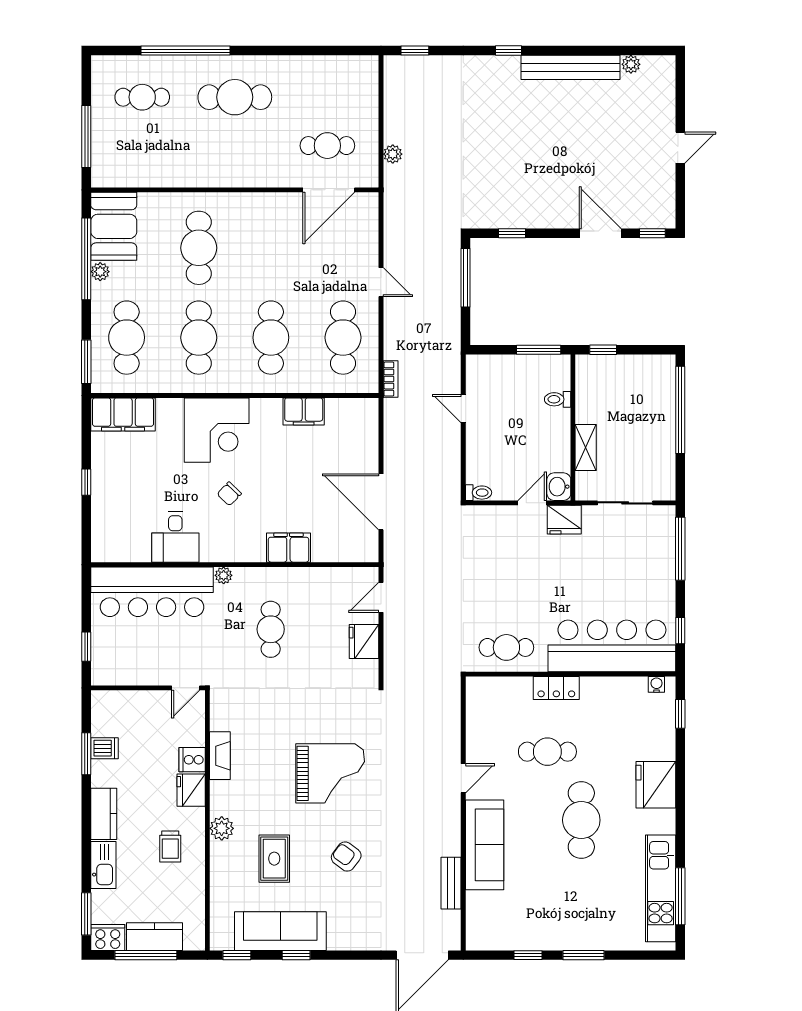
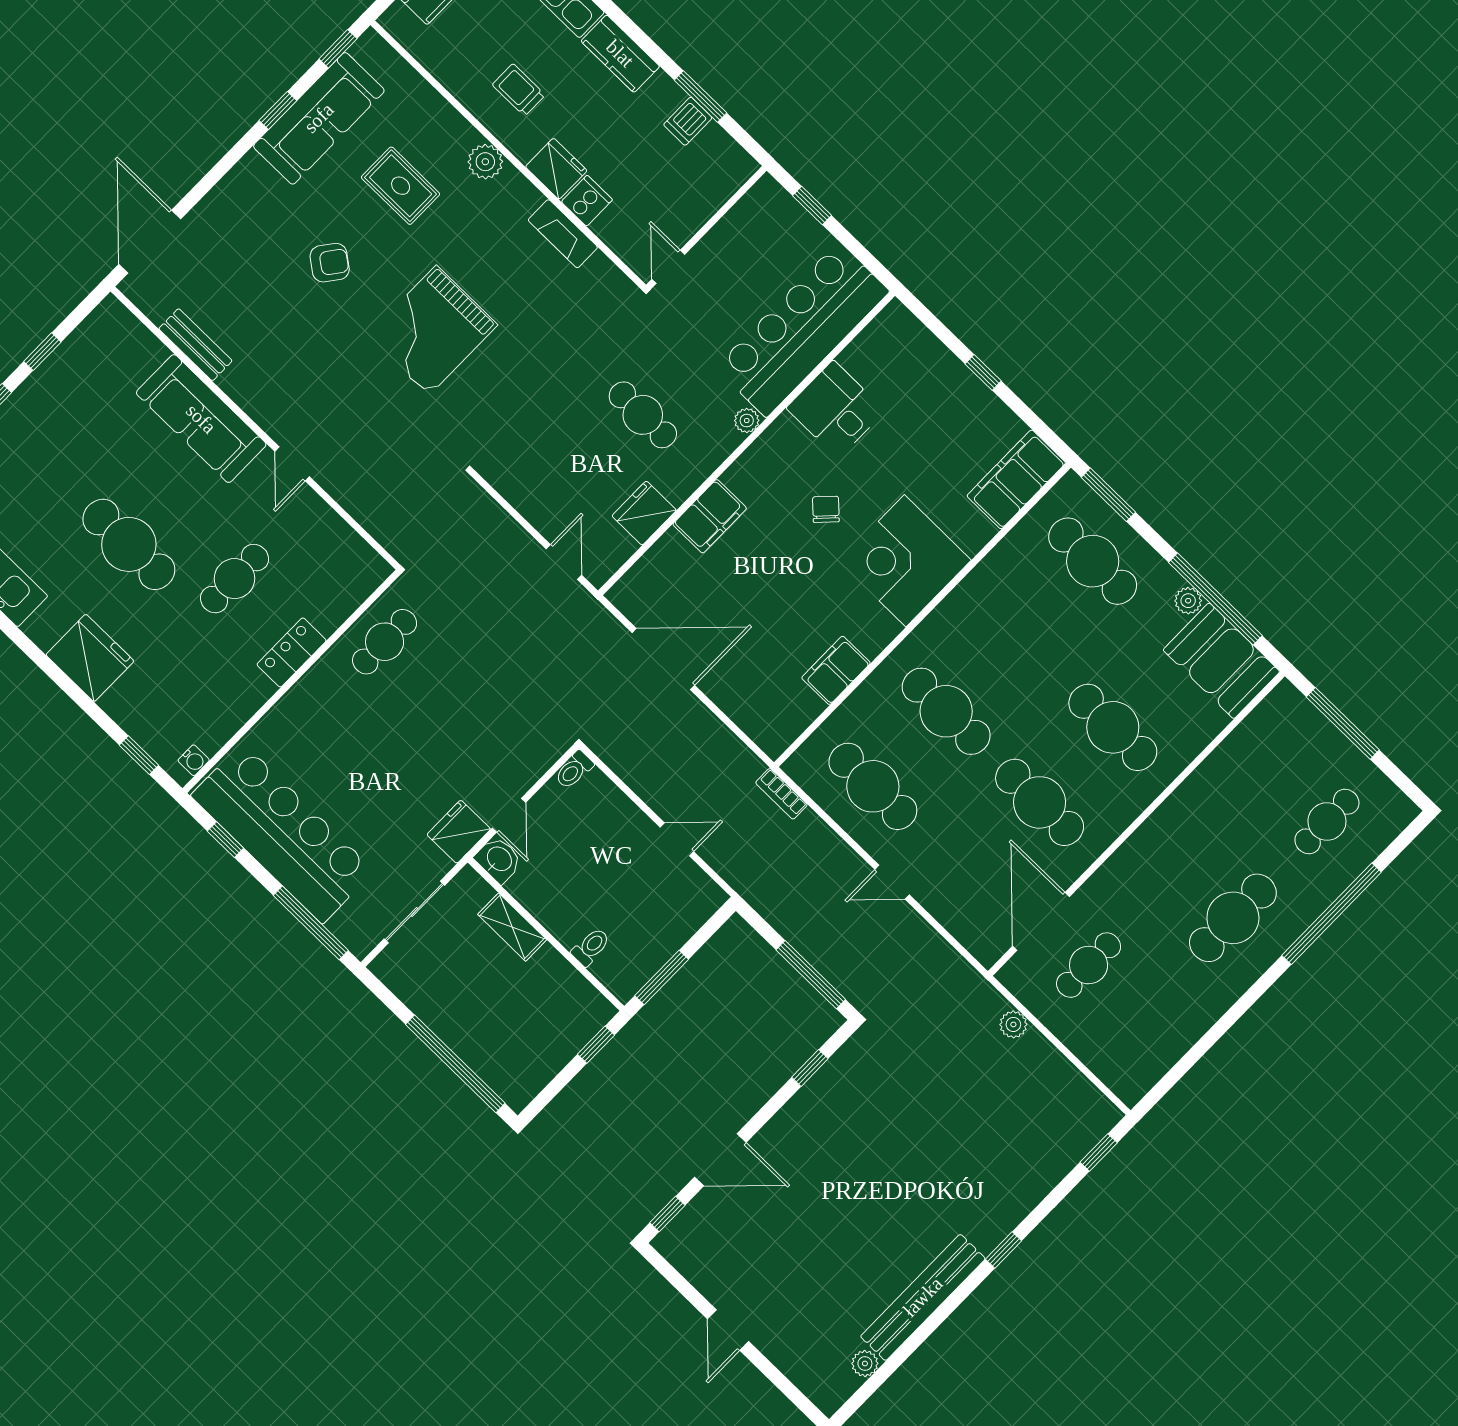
cafe table: (199, 338) -> (1040, 802), moved
fridge: (364, 642) -> (644, 513), moved, turned -90
bar counter: (612, 646) -> (282, 833), moved, turned -90

